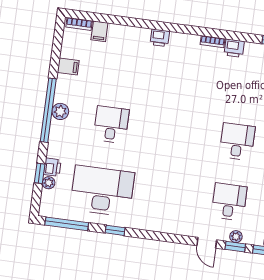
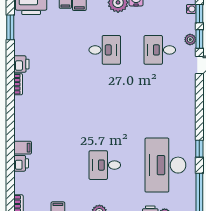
filing cabinet: (99, 31) -> (23, 148), moved
printer: (160, 38) -> (21, 163), moved
desk: (237, 142) -> (105, 50), turned 180

